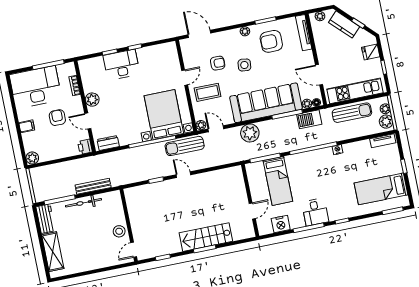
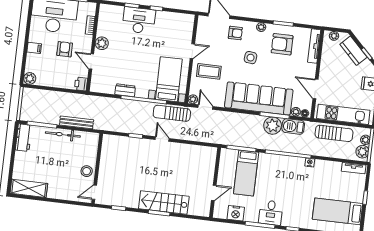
armchair: (218, 63) -> (235, 33), moved
bed with nightstands: (164, 115) -> (169, 79), width x0.73
plant: (250, 133) -> (273, 126), moved
dresser: (108, 143) -> (125, 90), moved
shelving: (53, 252) -> (29, 188), moved, turned 90

